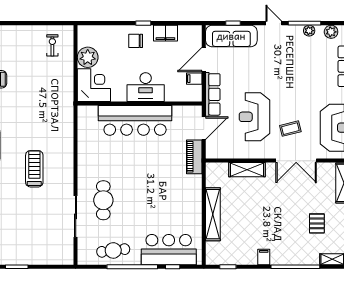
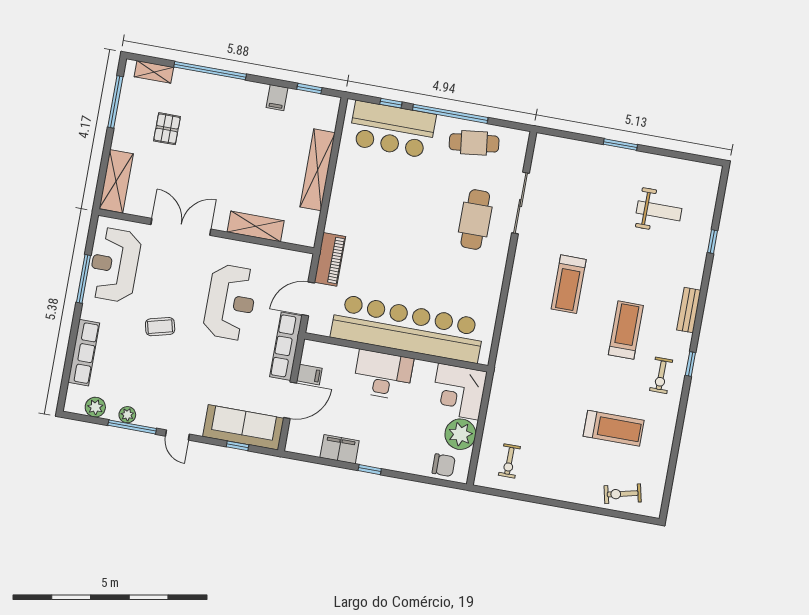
chair: (136, 41) -> (444, 465), moved
bar counter: (135, 120) -> (407, 329), width x1.36
coffee table: (290, 129) -> (160, 327), moved
filing cabinet: (264, 257) -> (277, 98), moved

